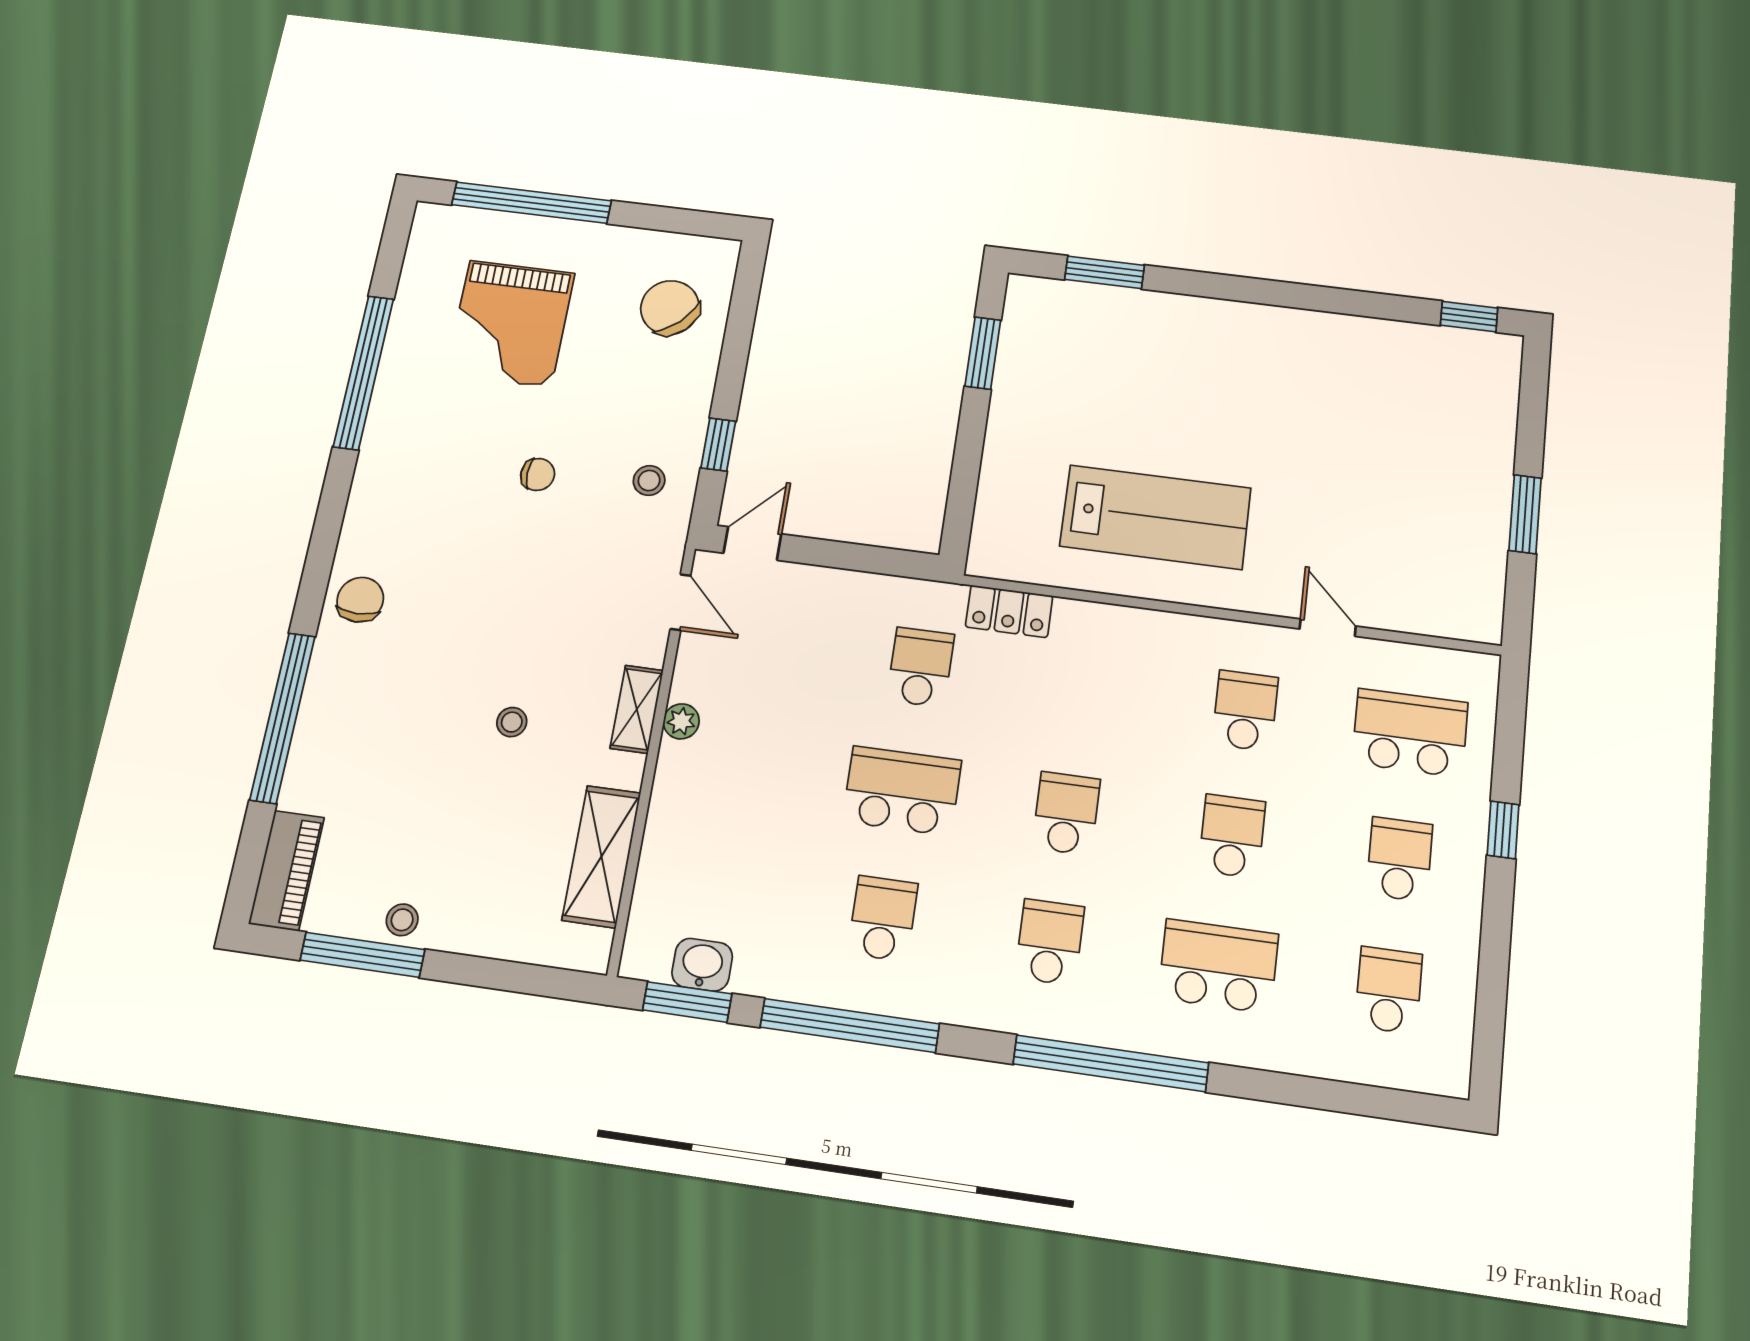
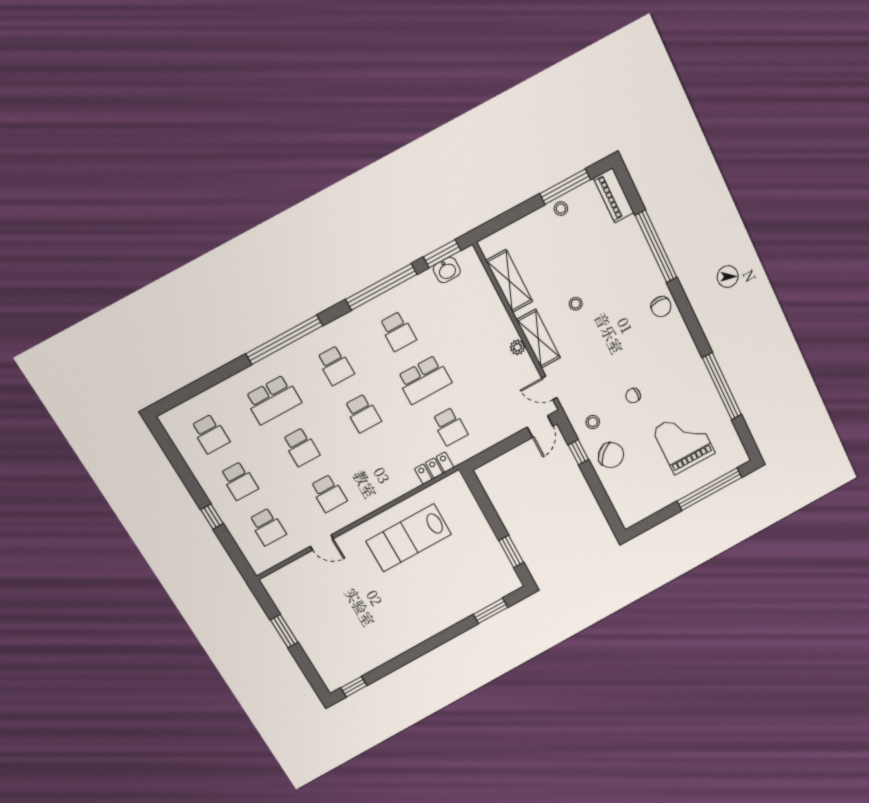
chair: (670, 308) -> (611, 455), moved
shelving: (637, 709) -> (538, 339), width x1.50, depth x1.33
school desk: (1410, 733) -> (267, 527), width x0.54

